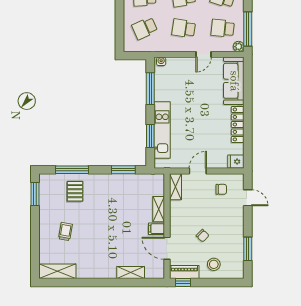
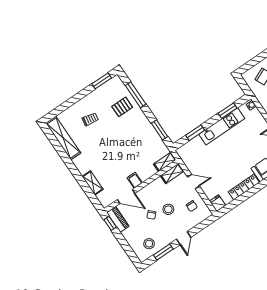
window: (150, 89) -> (228, 111), width x0.69
kitchen unit: (162, 130) -> (222, 126), moved
door: (248, 198) -> (184, 238), moved
shelving: (159, 209) -> (165, 162), moved
stool: (209, 215) -> (168, 209), added
door: (167, 248) -> (126, 196), swing flipped
stool: (214, 264) -> (149, 244), moved
shelving: (57, 271) -> (63, 138), width x1.47

